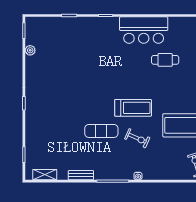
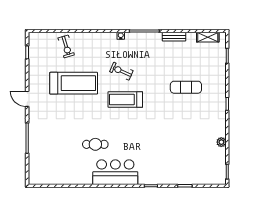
plant: (30, 50) -> (221, 142), moved
exercise mat: (101, 131) -> (186, 87), moved

